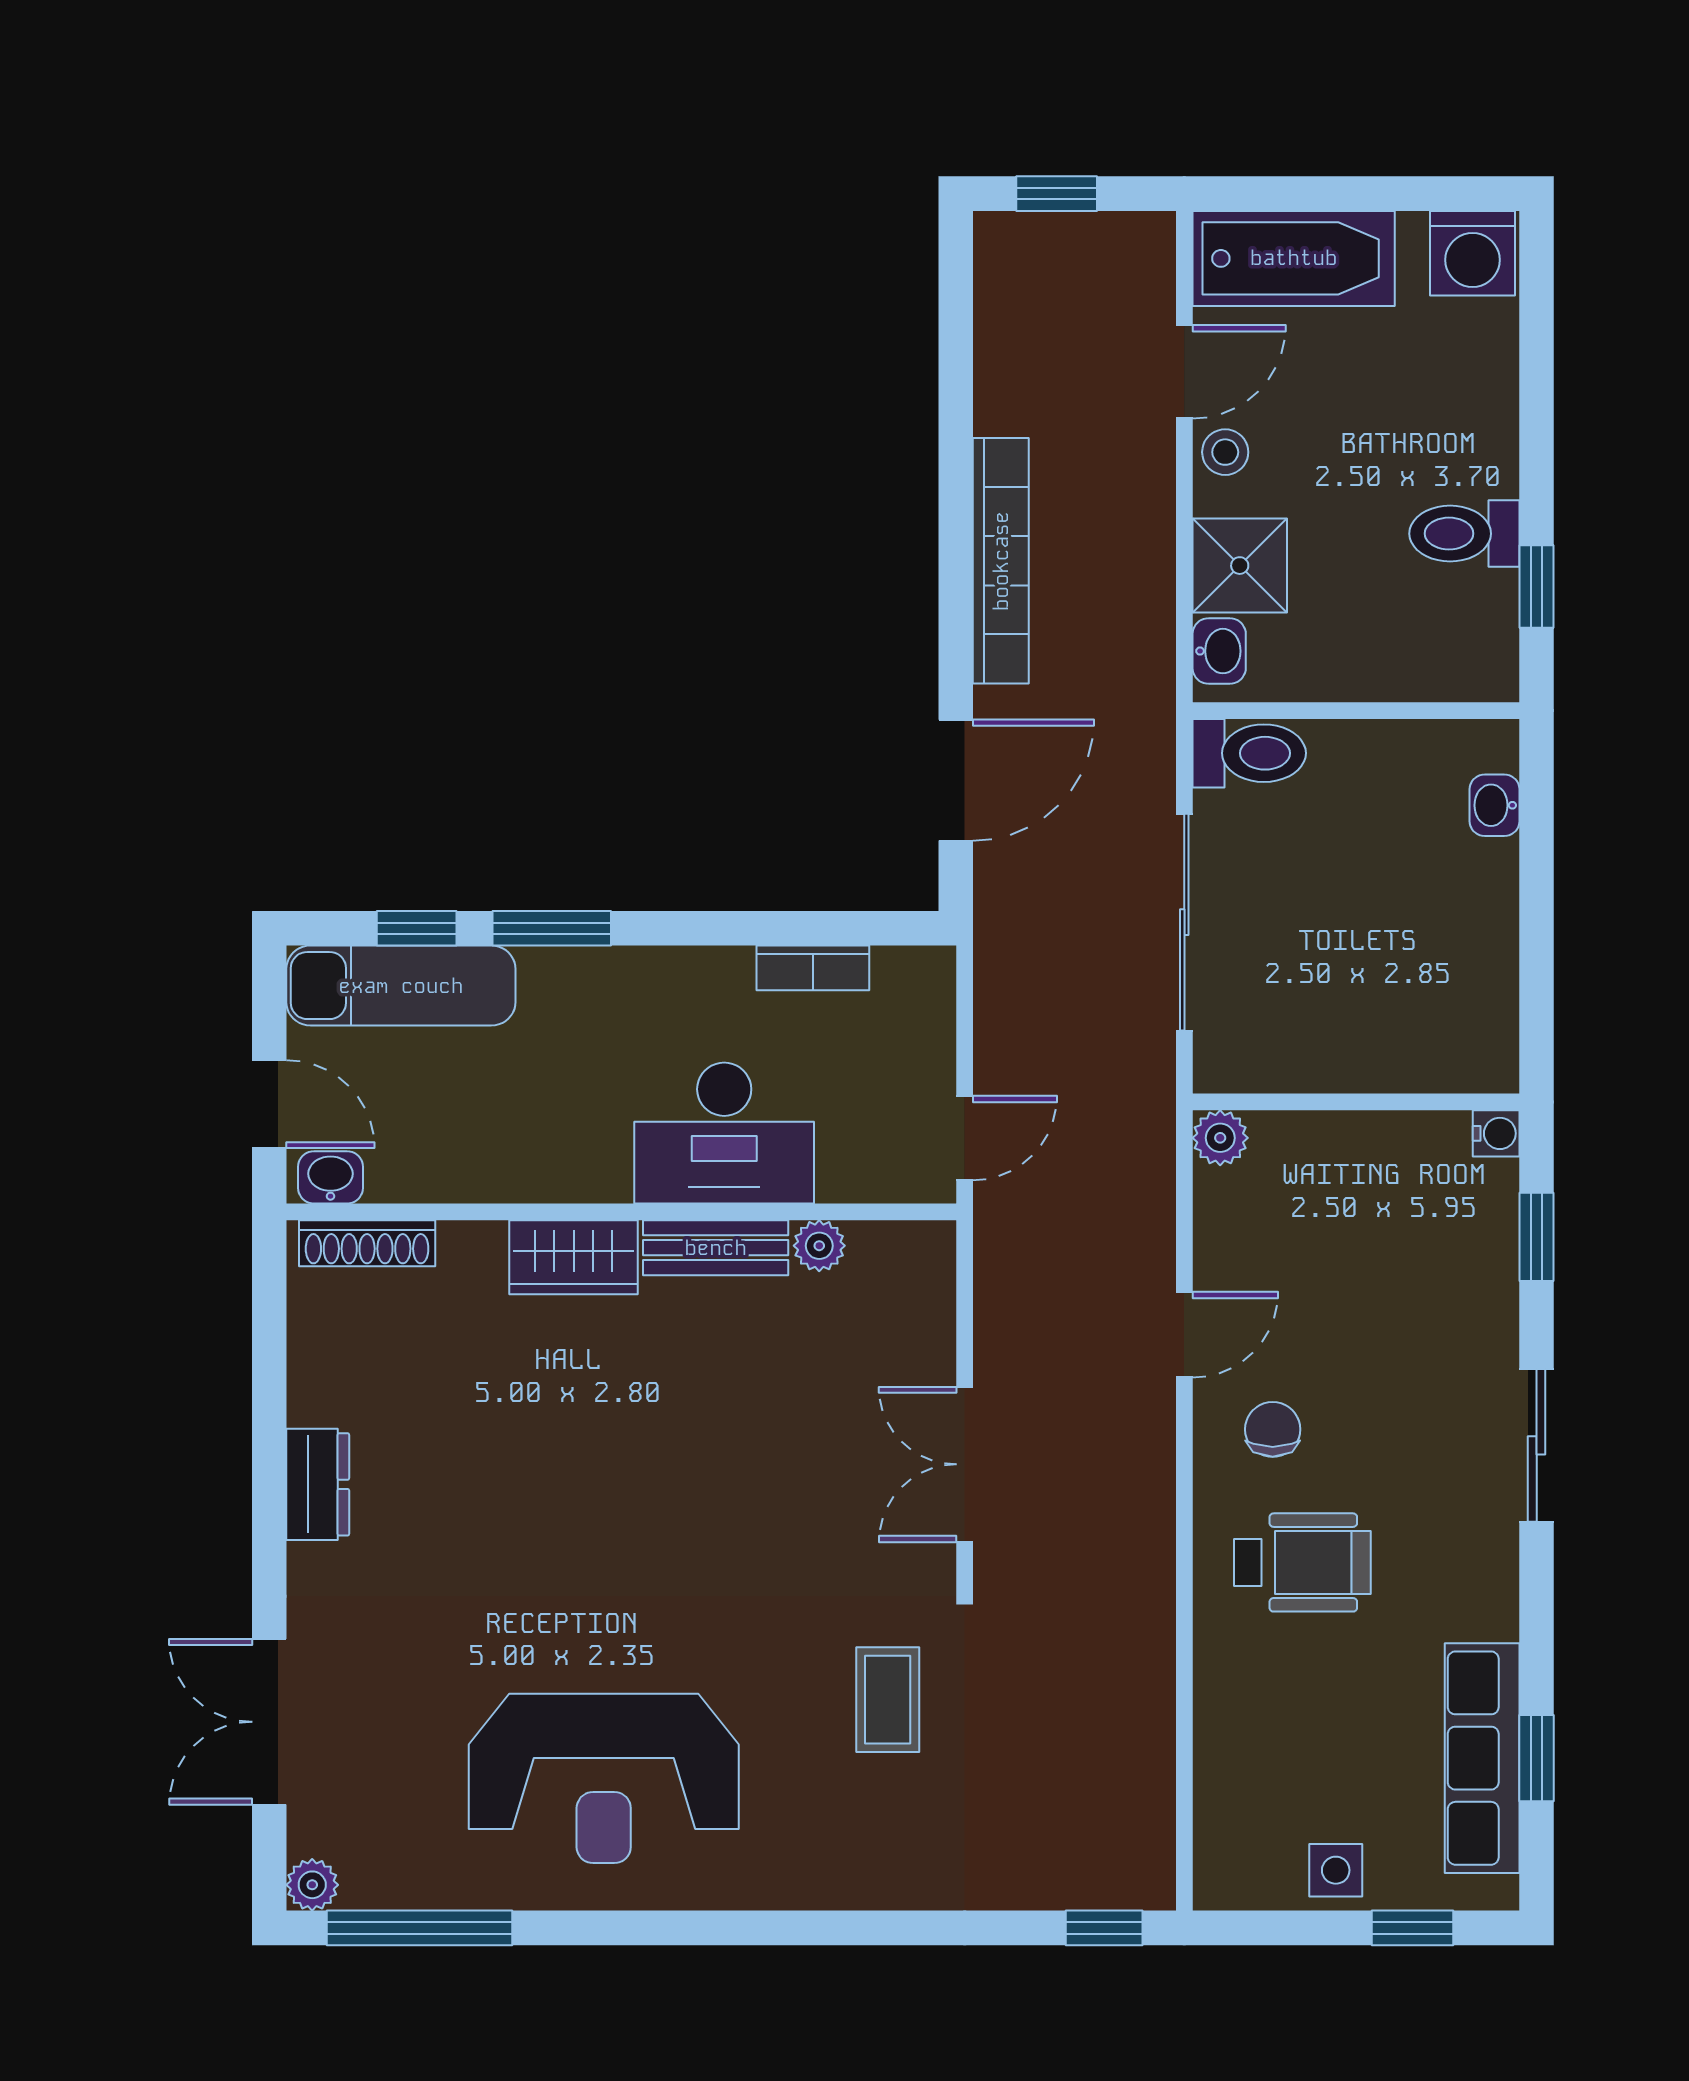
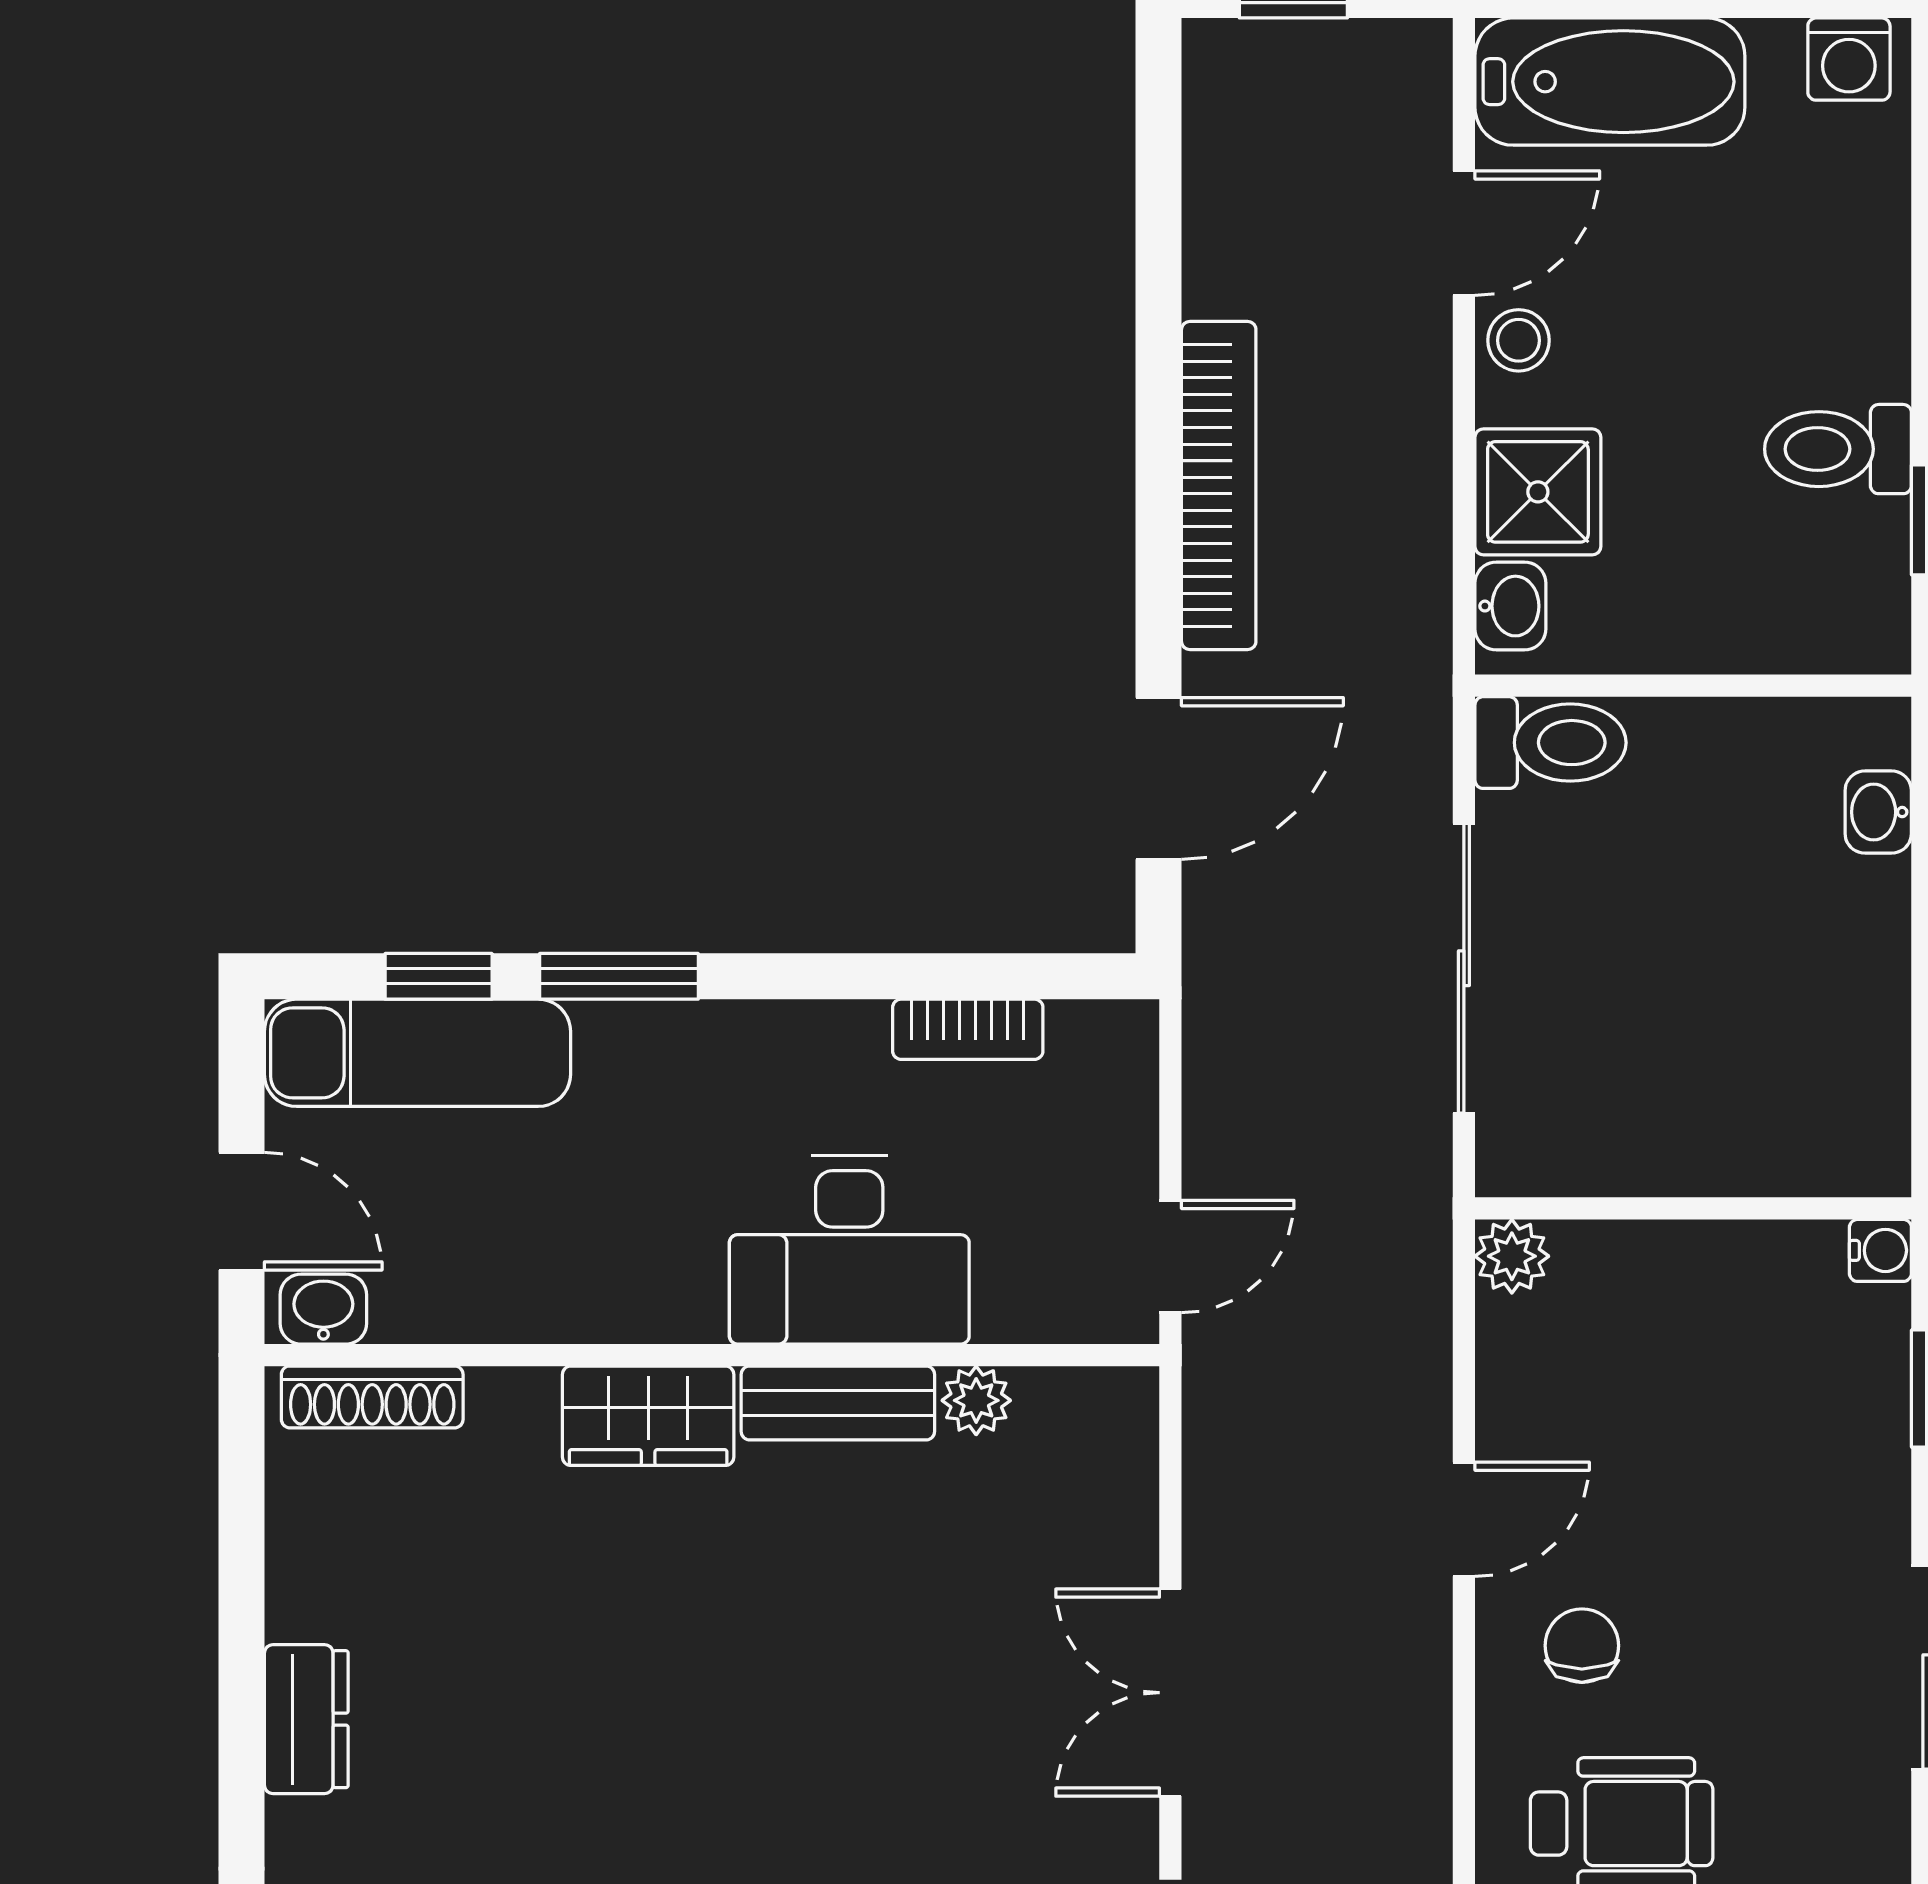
washing machine: (1473, 253) -> (1849, 59), width x0.73, depth x0.73

